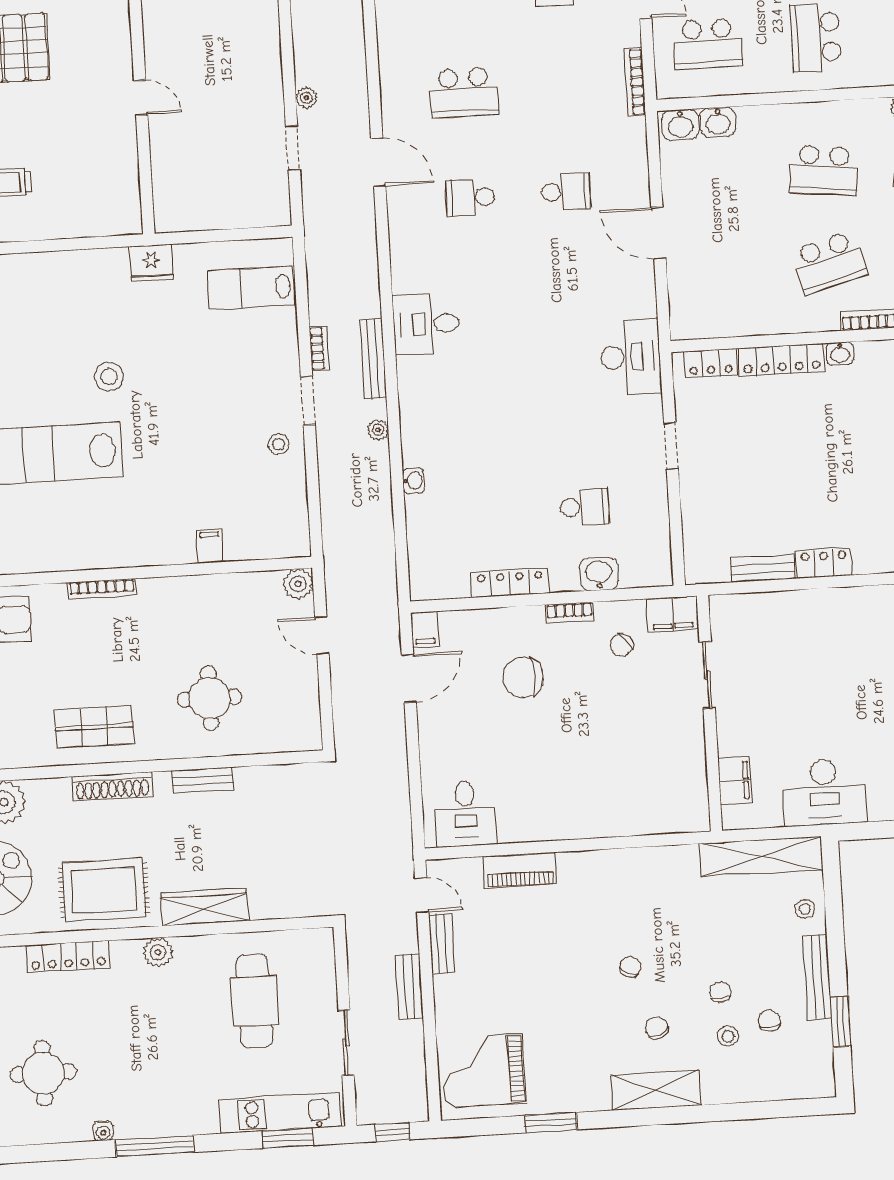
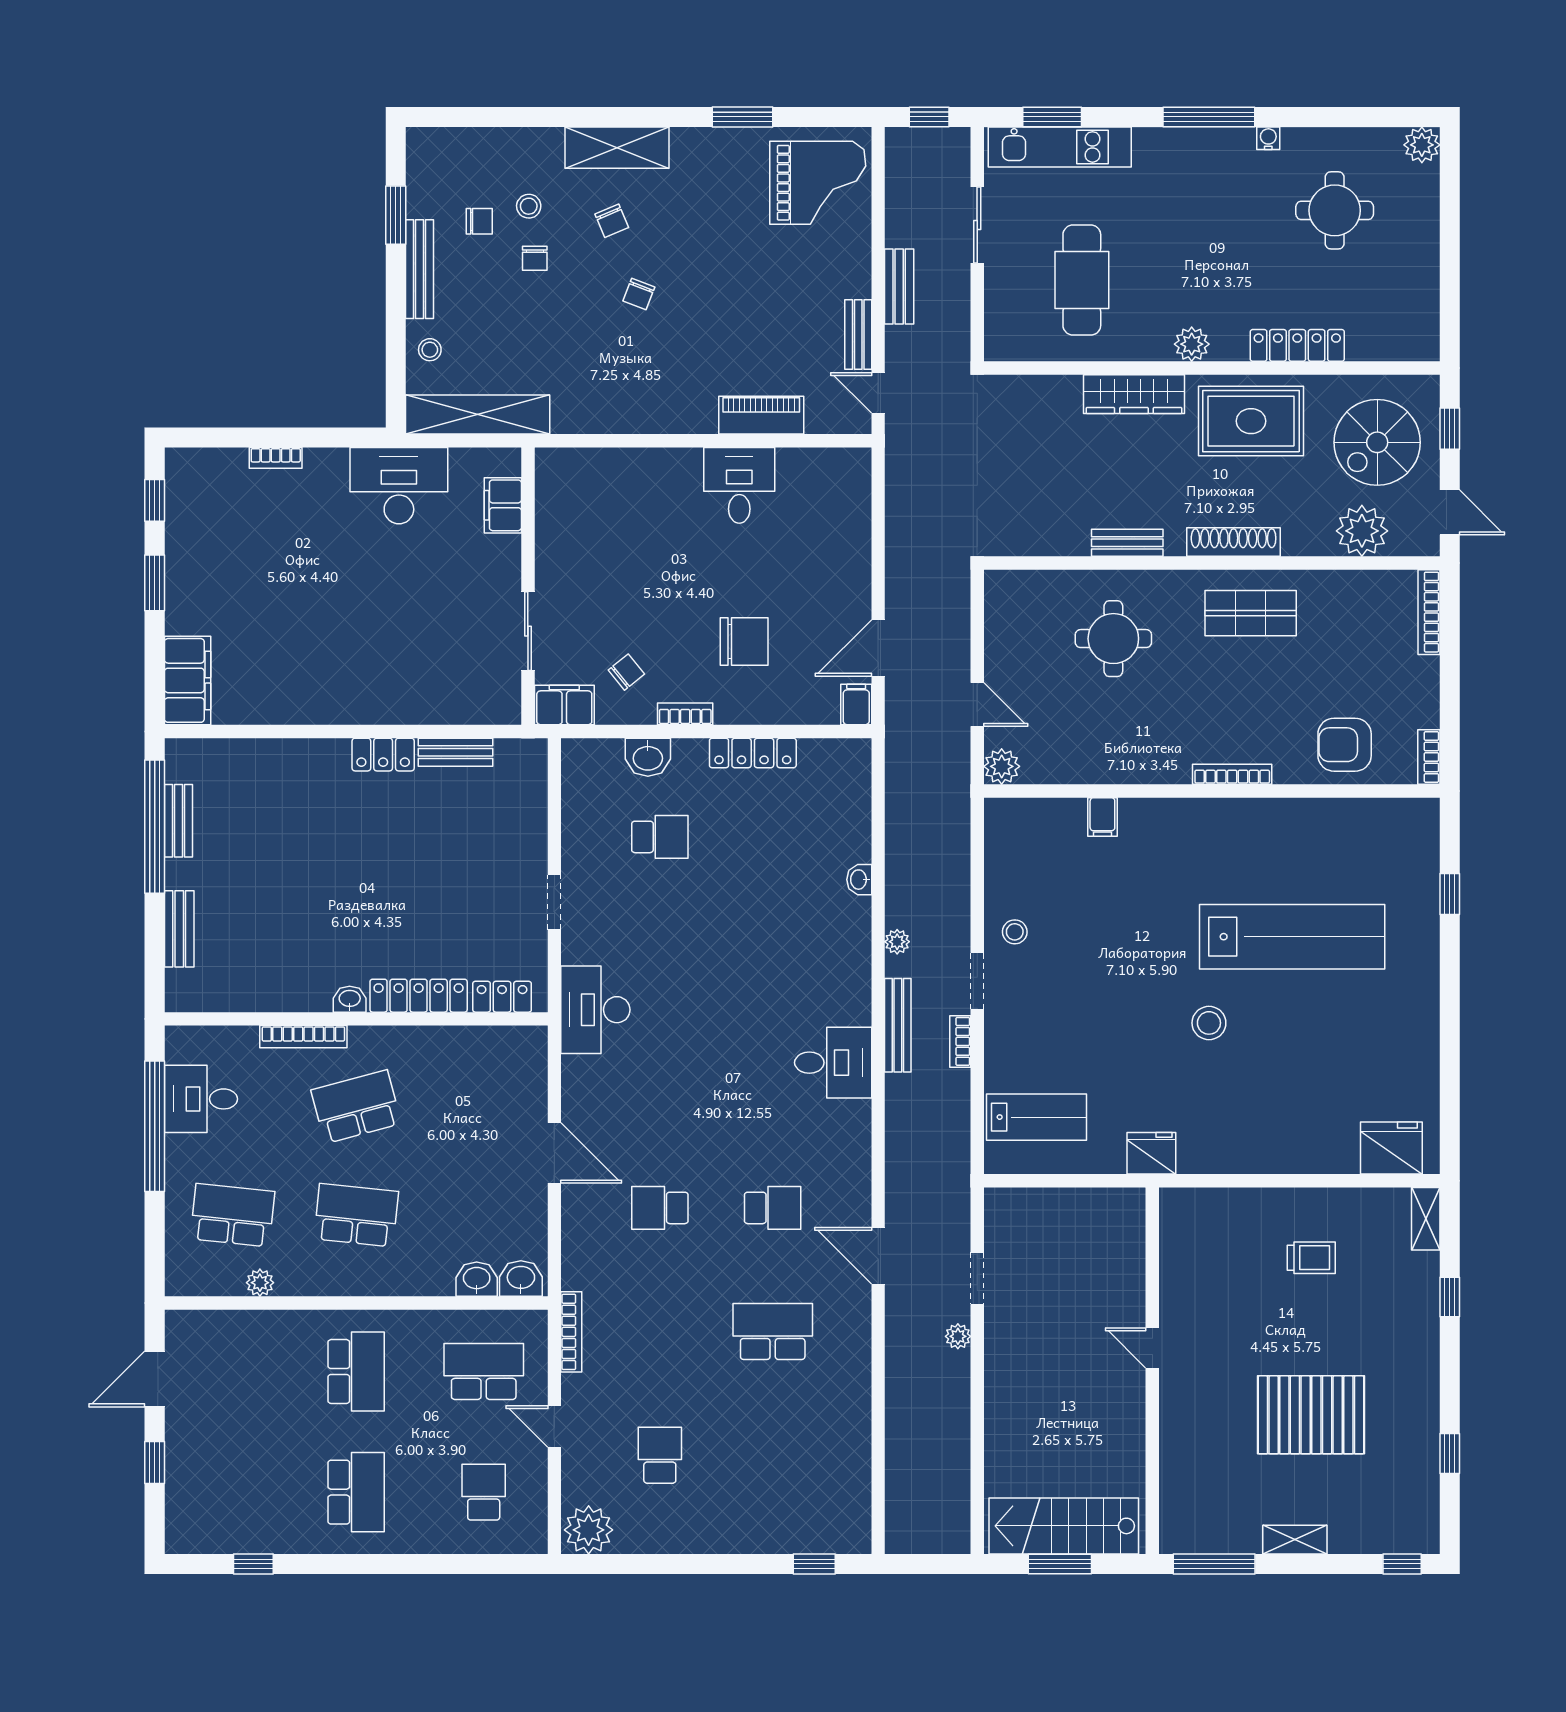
school desk: (585, 507) -> (660, 837), turned 180
desk: (466, 814) -> (739, 485), moved
chair: (769, 1021) -> (479, 221), turned -90

